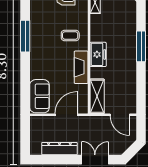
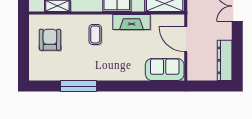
window: (25, 36) -> (78, 86), moved
dresser: (59, 149) -> (225, 60), moved

